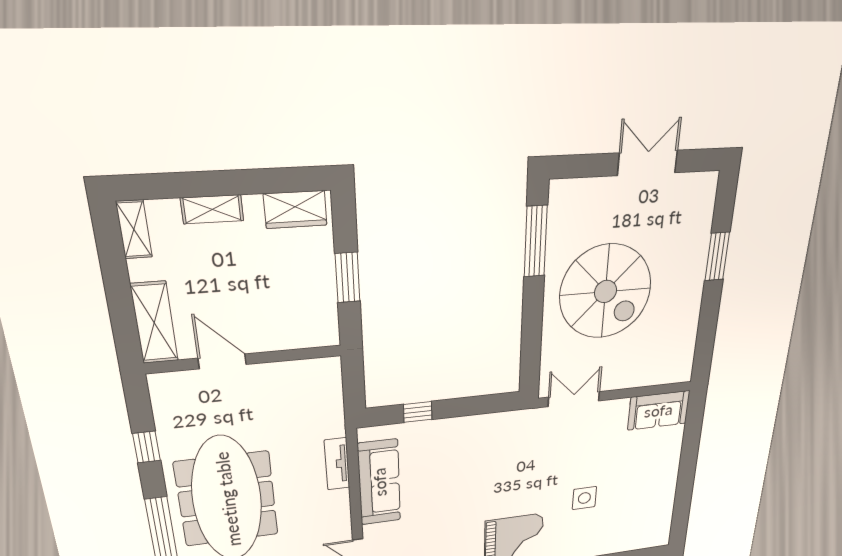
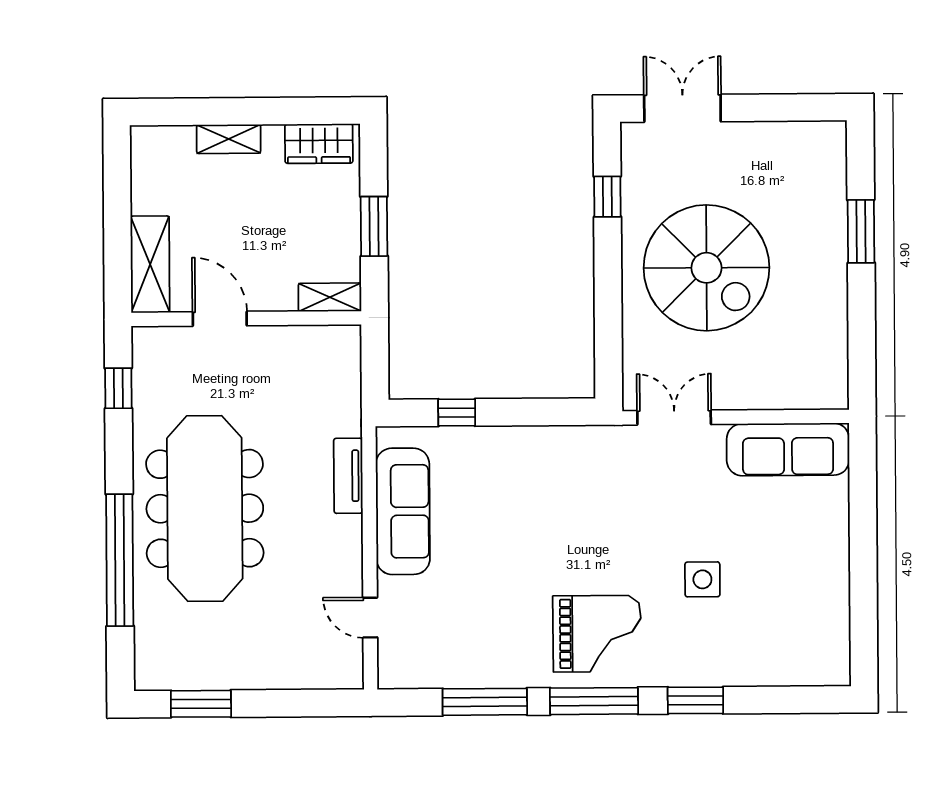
double door: (648, 163) -> (682, 108), moved
shelving: (134, 229) -> (330, 297), moved, turned 90
window: (536, 241) -> (607, 197), width x0.46
sofa: (659, 410) -> (788, 449), width x1.36
window: (146, 447) -> (118, 388), moved

